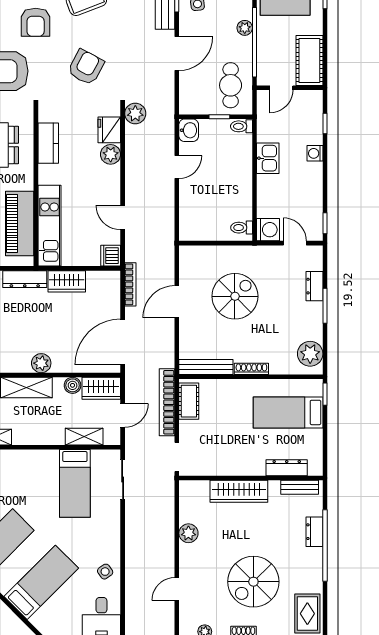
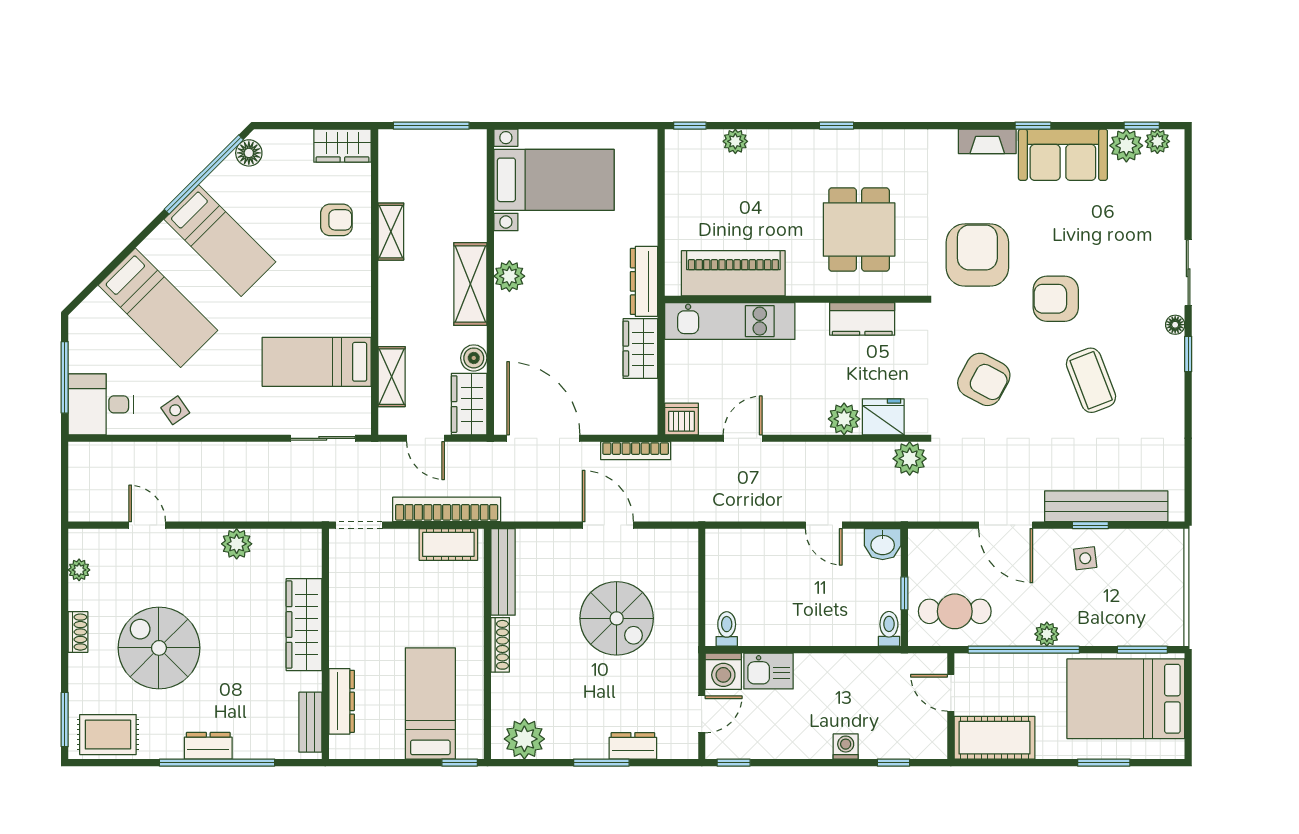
kitchen sink: (268, 158) -> (768, 671), moved
plant: (41, 363) -> (509, 276), moved
dresser: (314, 532) -> (208, 746), moved

